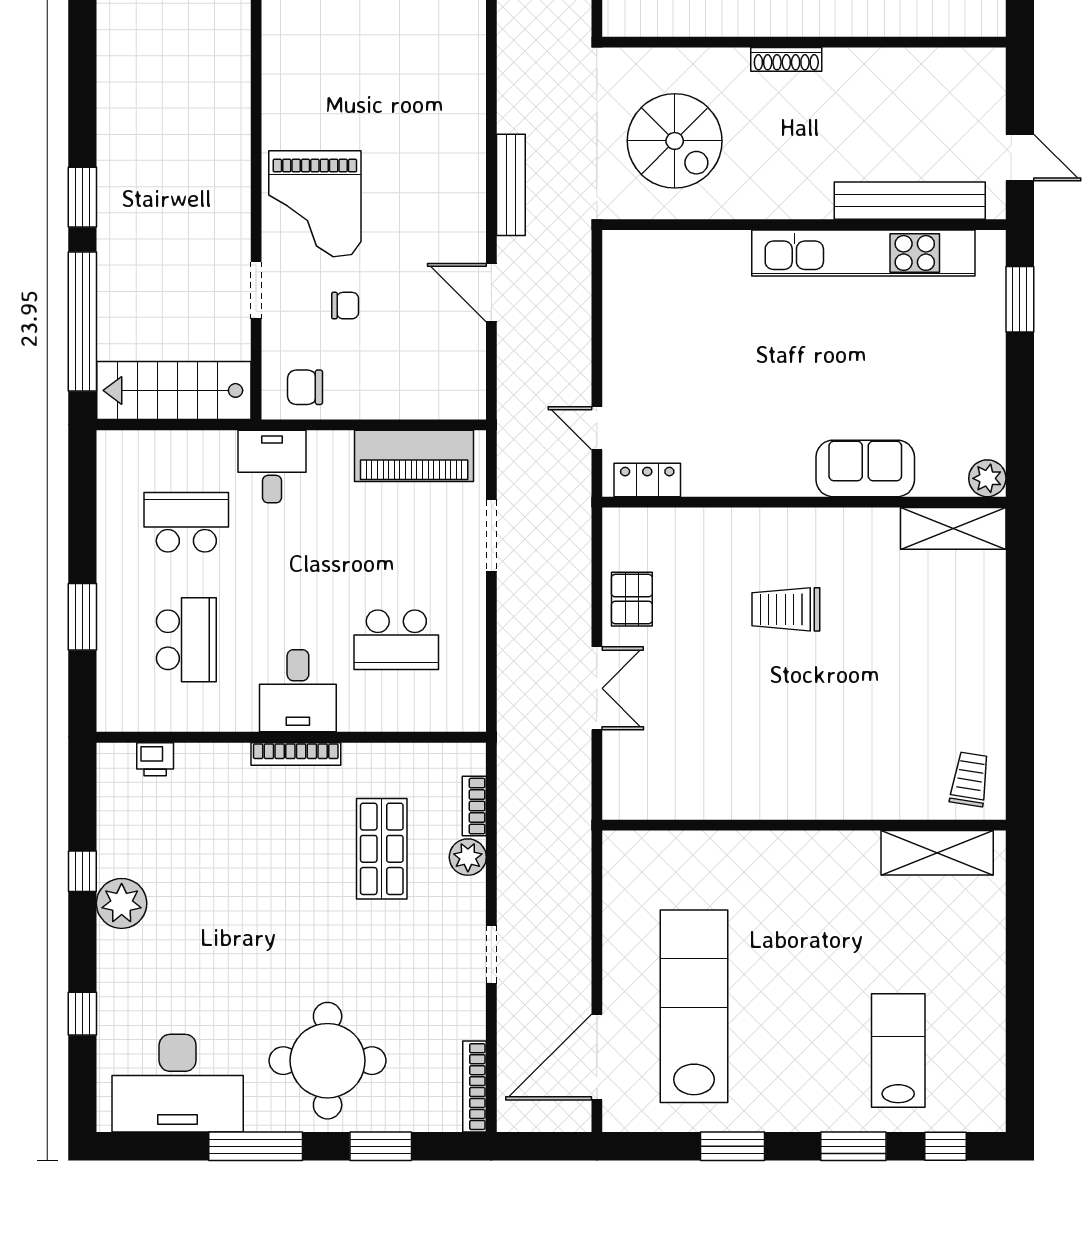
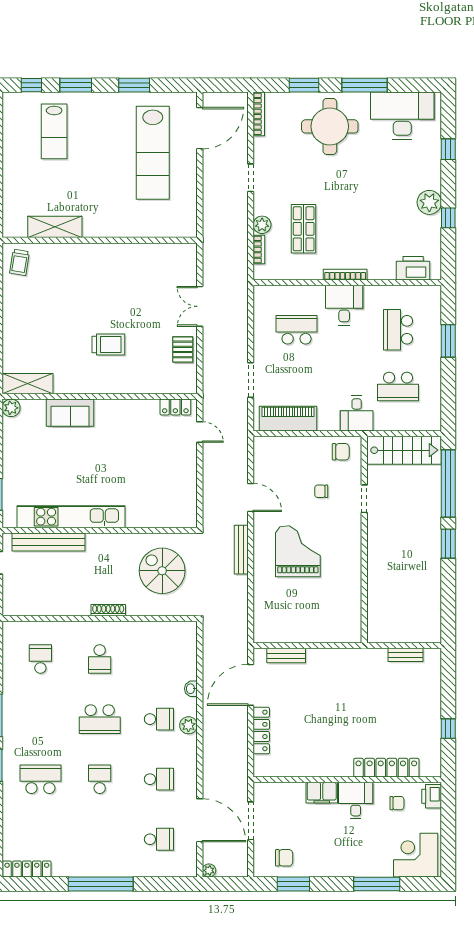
grand piano: (315, 204) -> (298, 551), moved
printer: (155, 759) -> (413, 268), width x1.87, depth x1.48
shelving: (937, 853) -> (55, 227), moved

